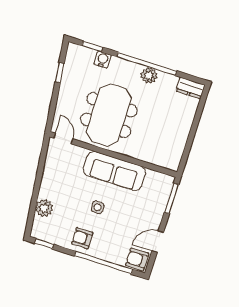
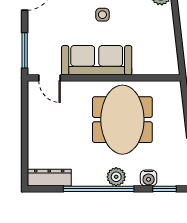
plant: (149, 76) -> (116, 177), moved
dresser: (190, 88) -> (49, 178), width x1.44
door: (63, 139) -> (50, 78), moved

